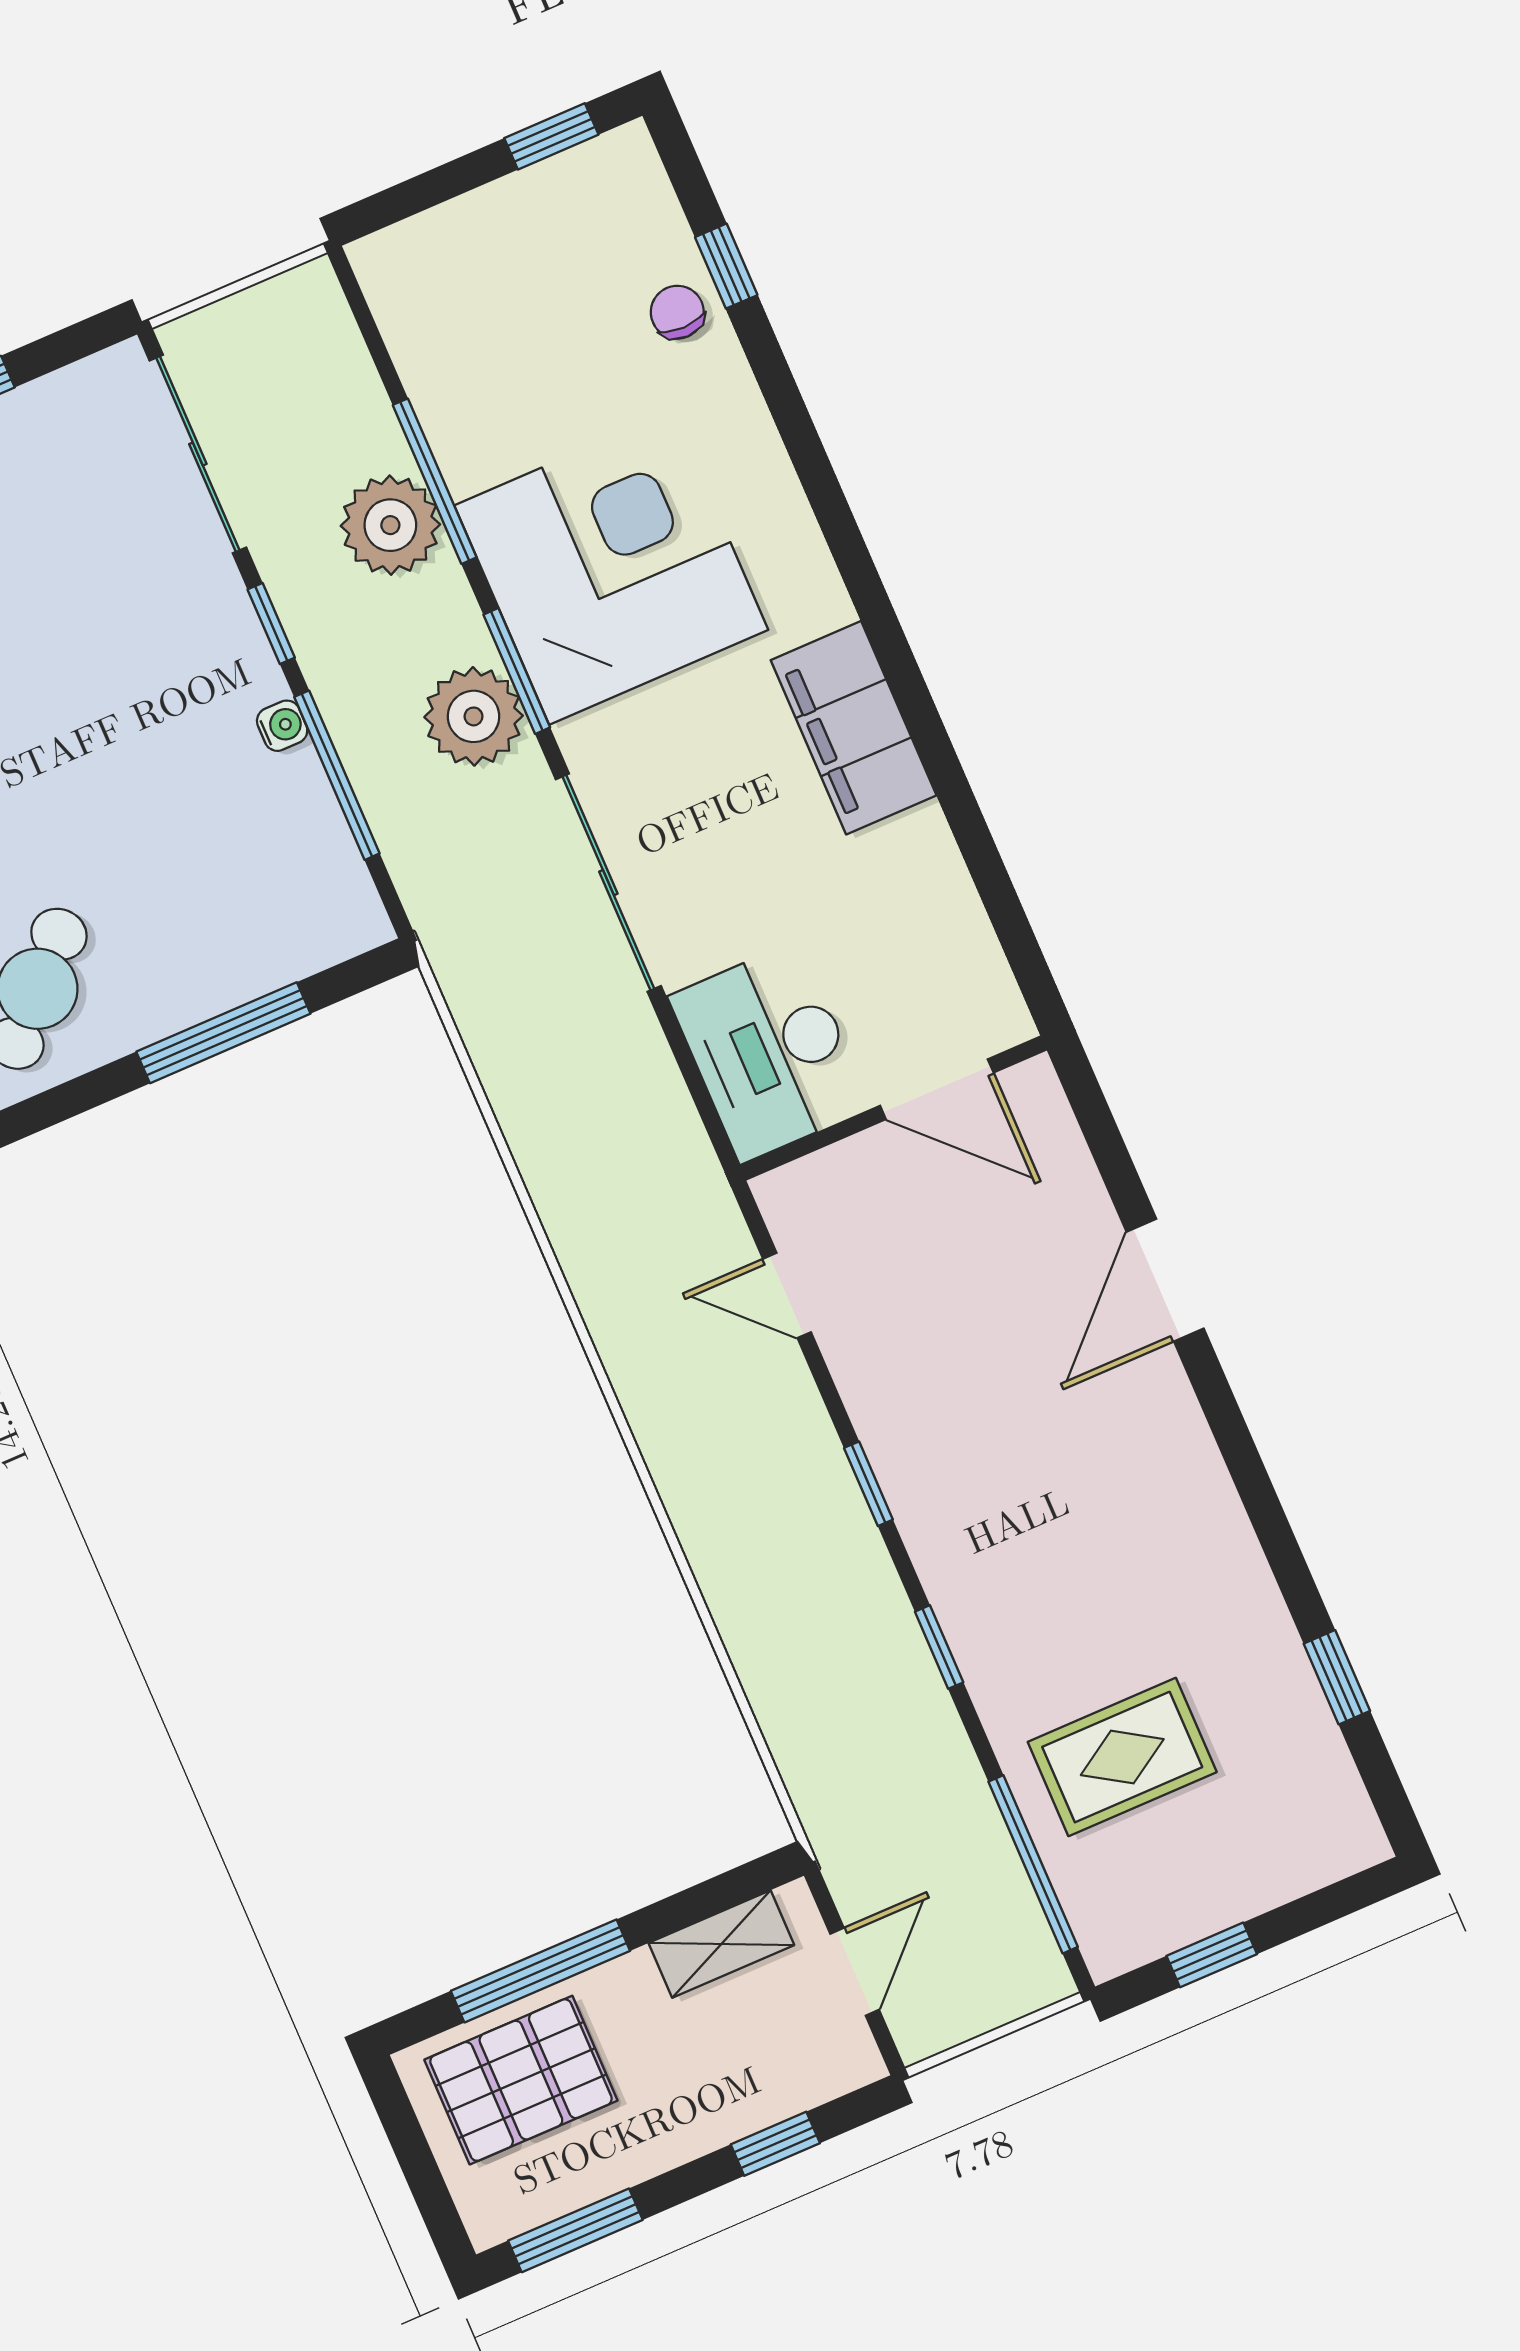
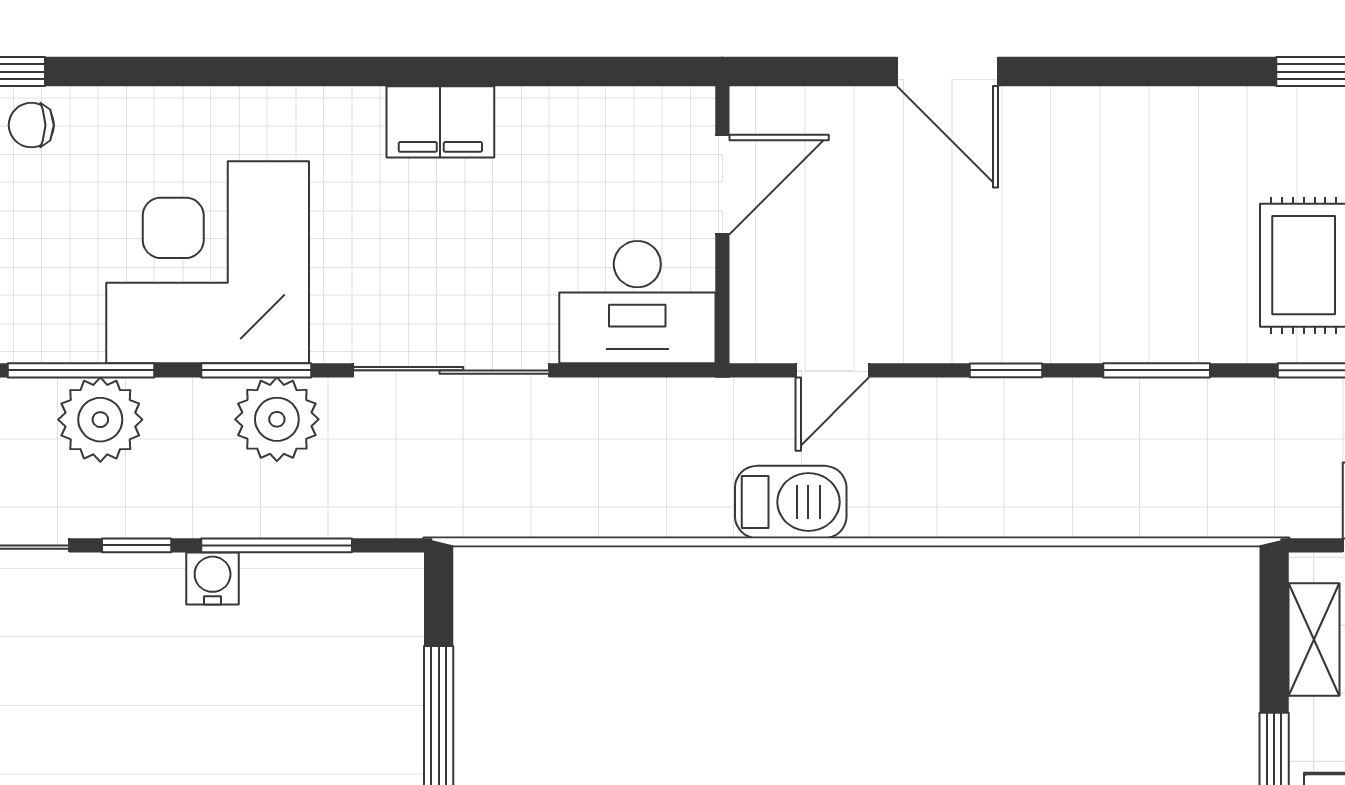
water cooler: (282, 726) -> (213, 578), width x1.38, depth x1.38
filing cabinet: (854, 728) -> (440, 122), width x0.67, depth x0.86
barbecue: (625, 1312) -> (791, 502), added
window: (939, 1647) -> (1157, 370), width x1.50

